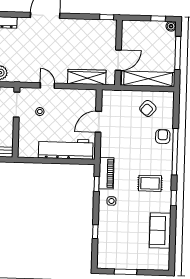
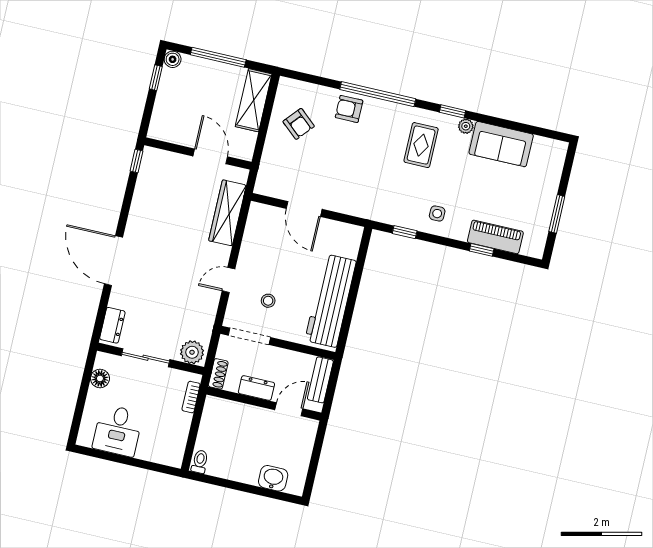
shelving: (148, 79) -> (254, 100), width x0.68
workbench: (66, 149) -> (331, 301), moved
piano: (106, 173) -> (495, 237), moved
plant: (166, 208) -> (466, 126), added

